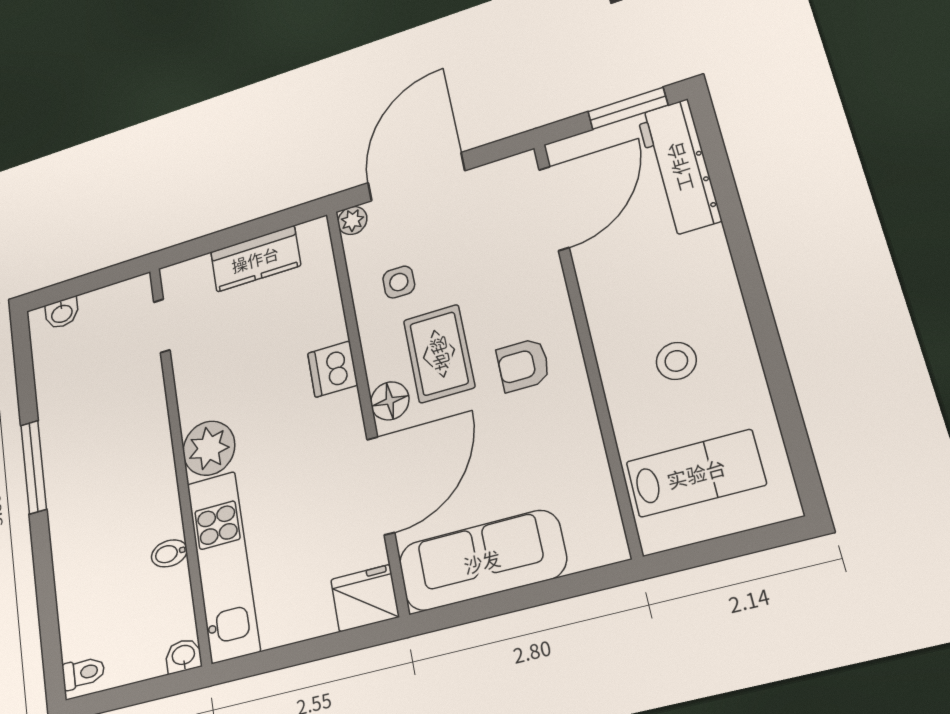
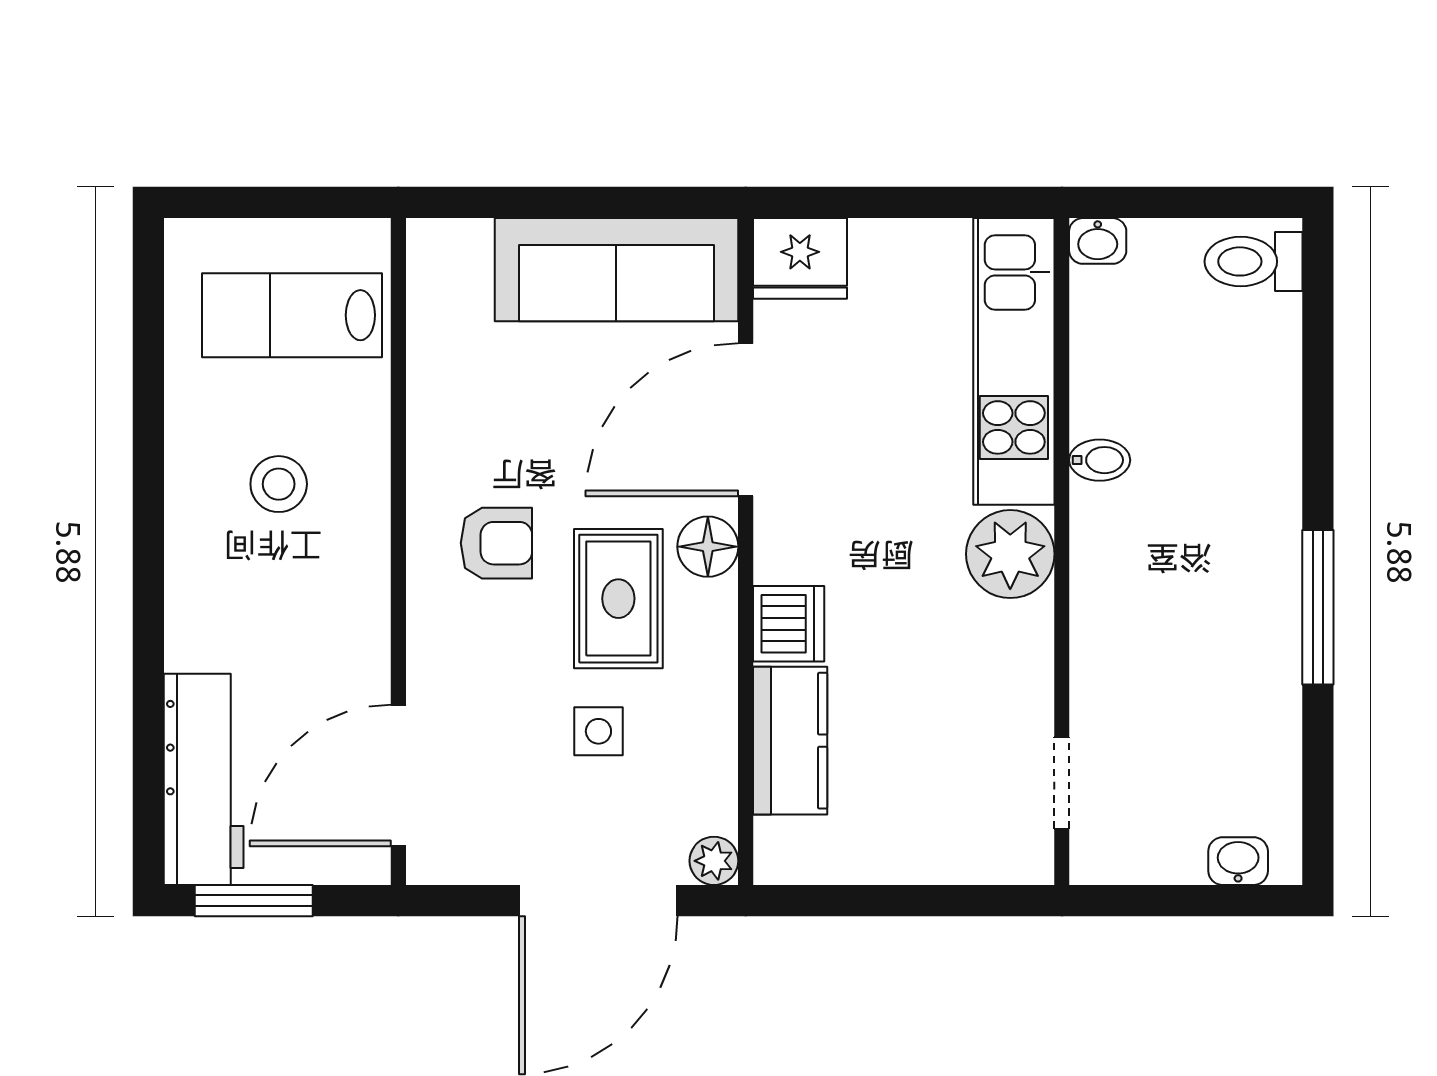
kitchen counter: (255, 259) -> (790, 741), moved, turned 90
side table: (399, 282) -> (598, 731), moved
bidet: (169, 553) -> (1100, 460), moved
toilet: (83, 673) -> (1254, 261), width x1.37, depth x1.39

